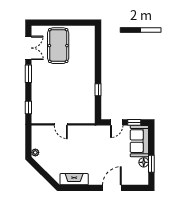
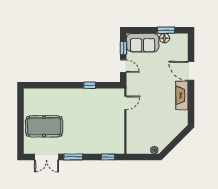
double door: (28, 48) -> (47, 157), swing flipped
door: (61, 124) -> (125, 103), moved
fireplace: (74, 179) -> (182, 95), moved

